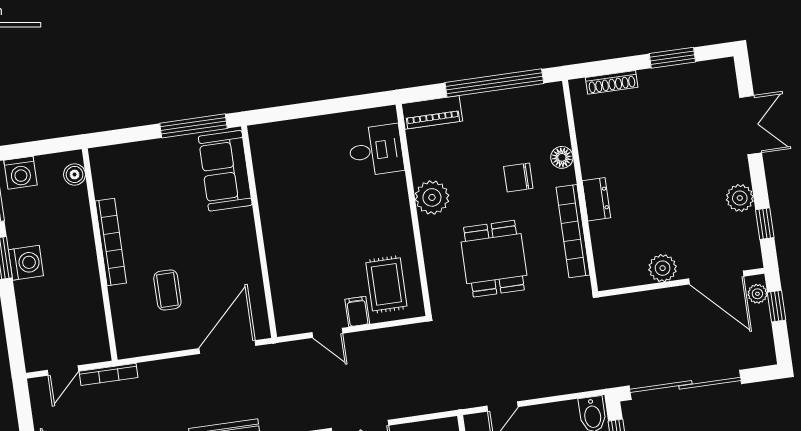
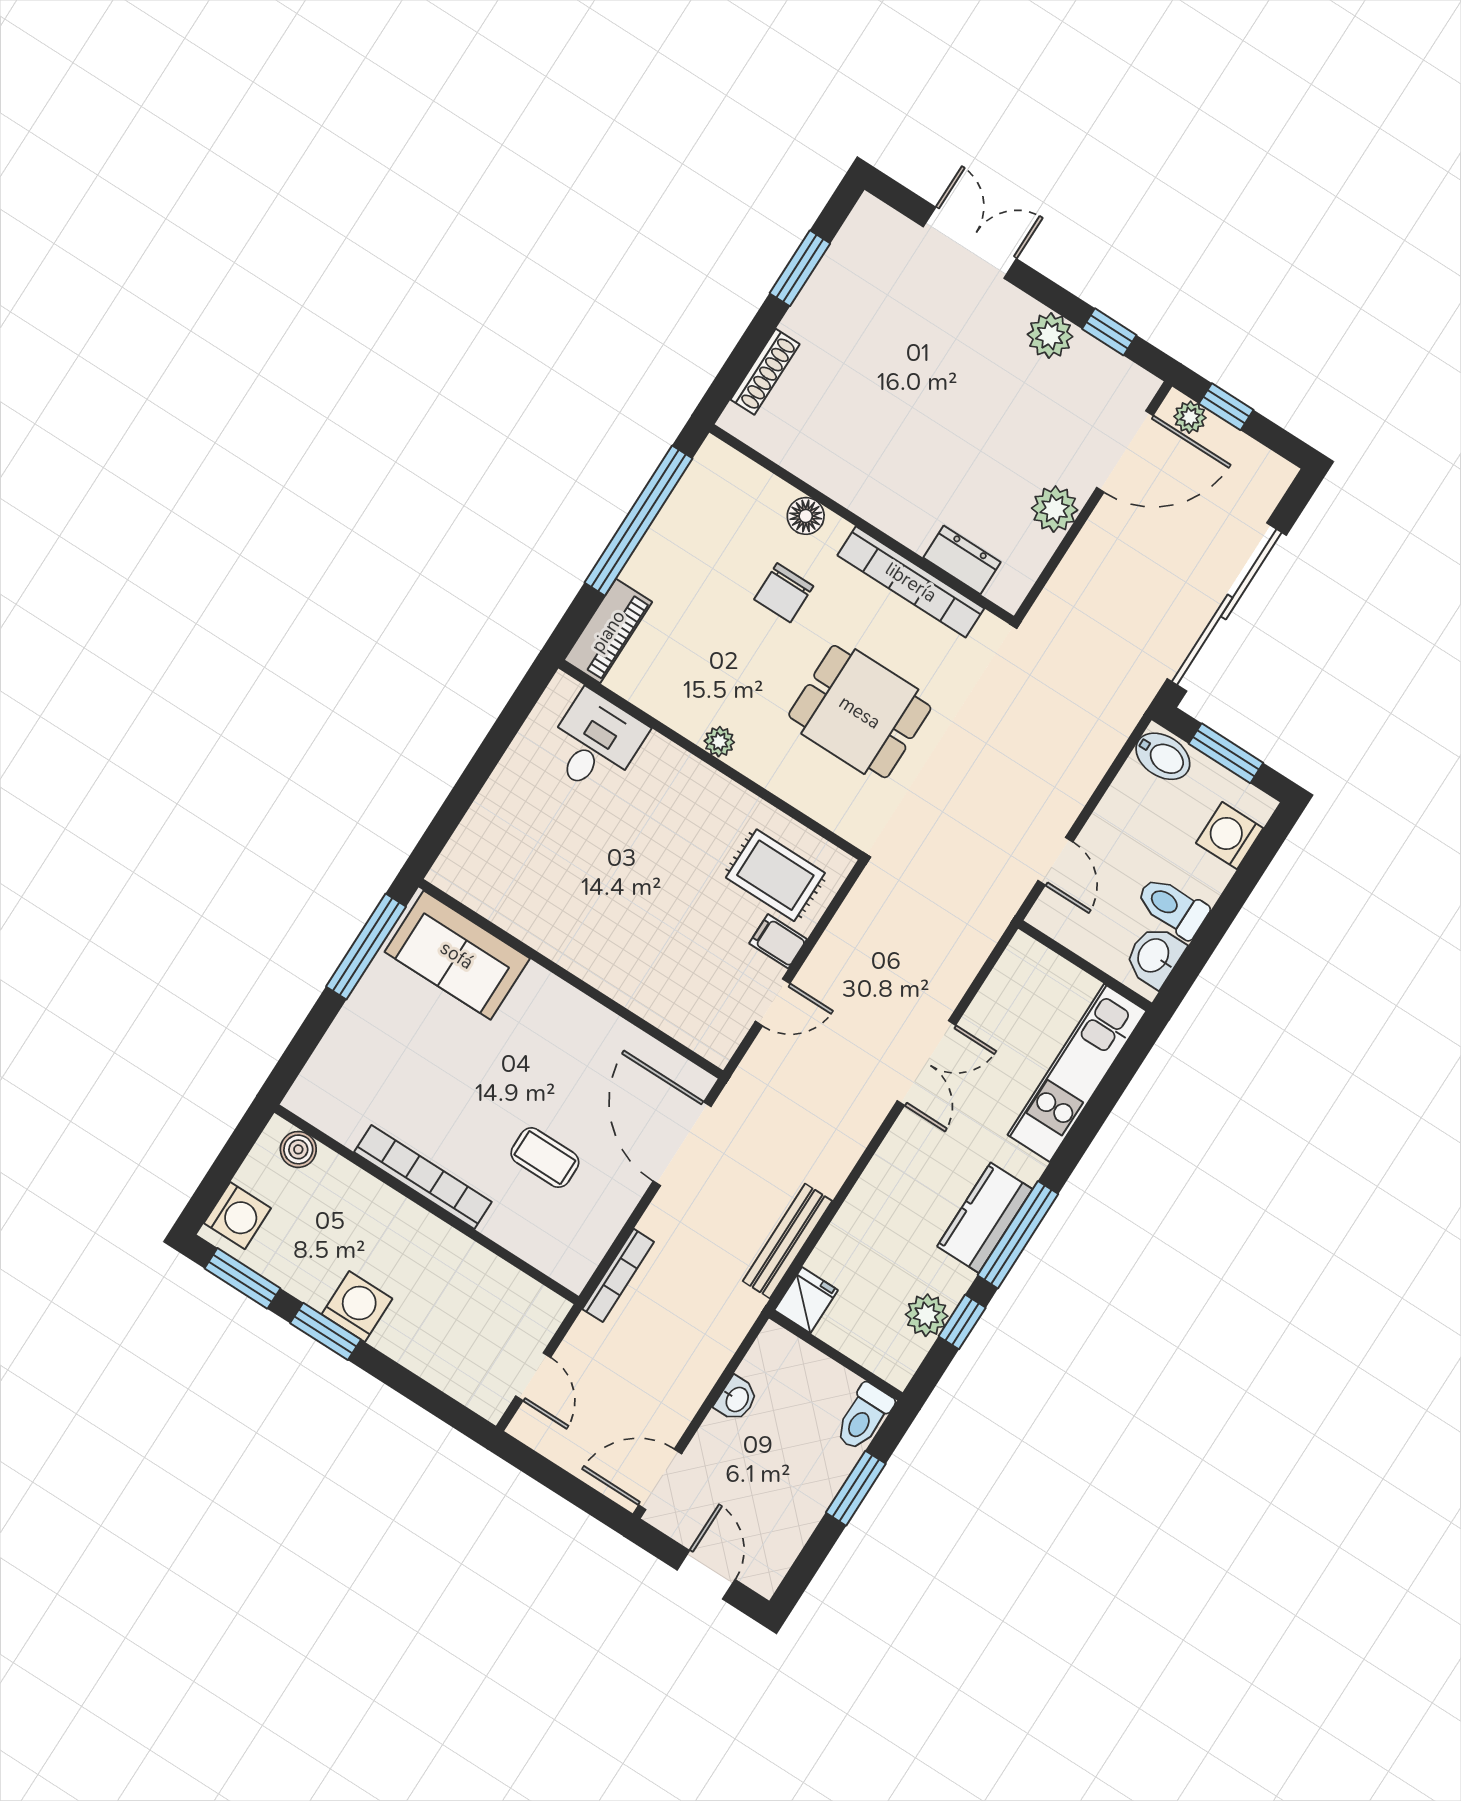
plant: (432, 197) -> (719, 742), width x0.53, depth x0.53
dresser: (596, 199) -> (962, 560), moved
bookcase: (108, 374) -> (618, 1275), moved

